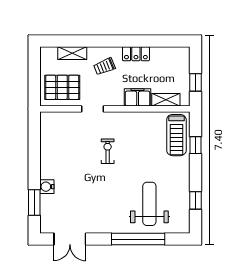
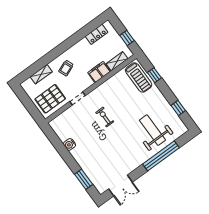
locker: (136, 54) -> (97, 34), moved
water cooler: (47, 187) -> (70, 144), moved

